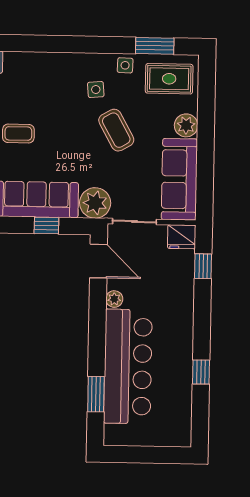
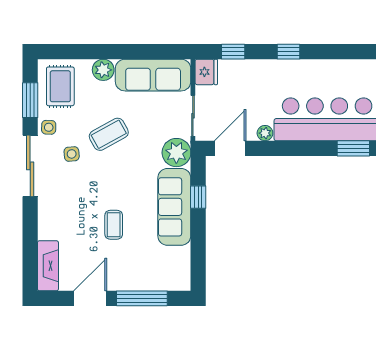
sliding door: (84, 44) -> (30, 166), added
window: (201, 372) -> (288, 52), moved

